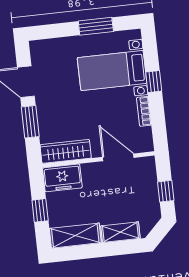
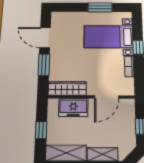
door: (118, 157) -> (107, 97), swing flipped
freezer: (62, 178) -> (73, 108), moved

